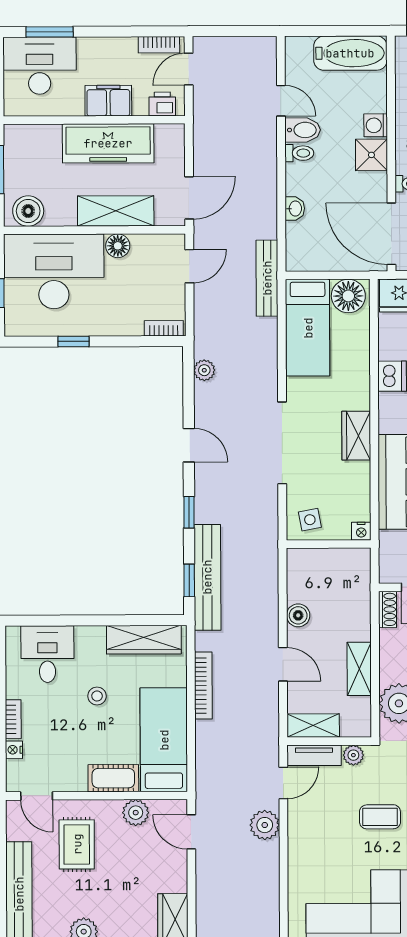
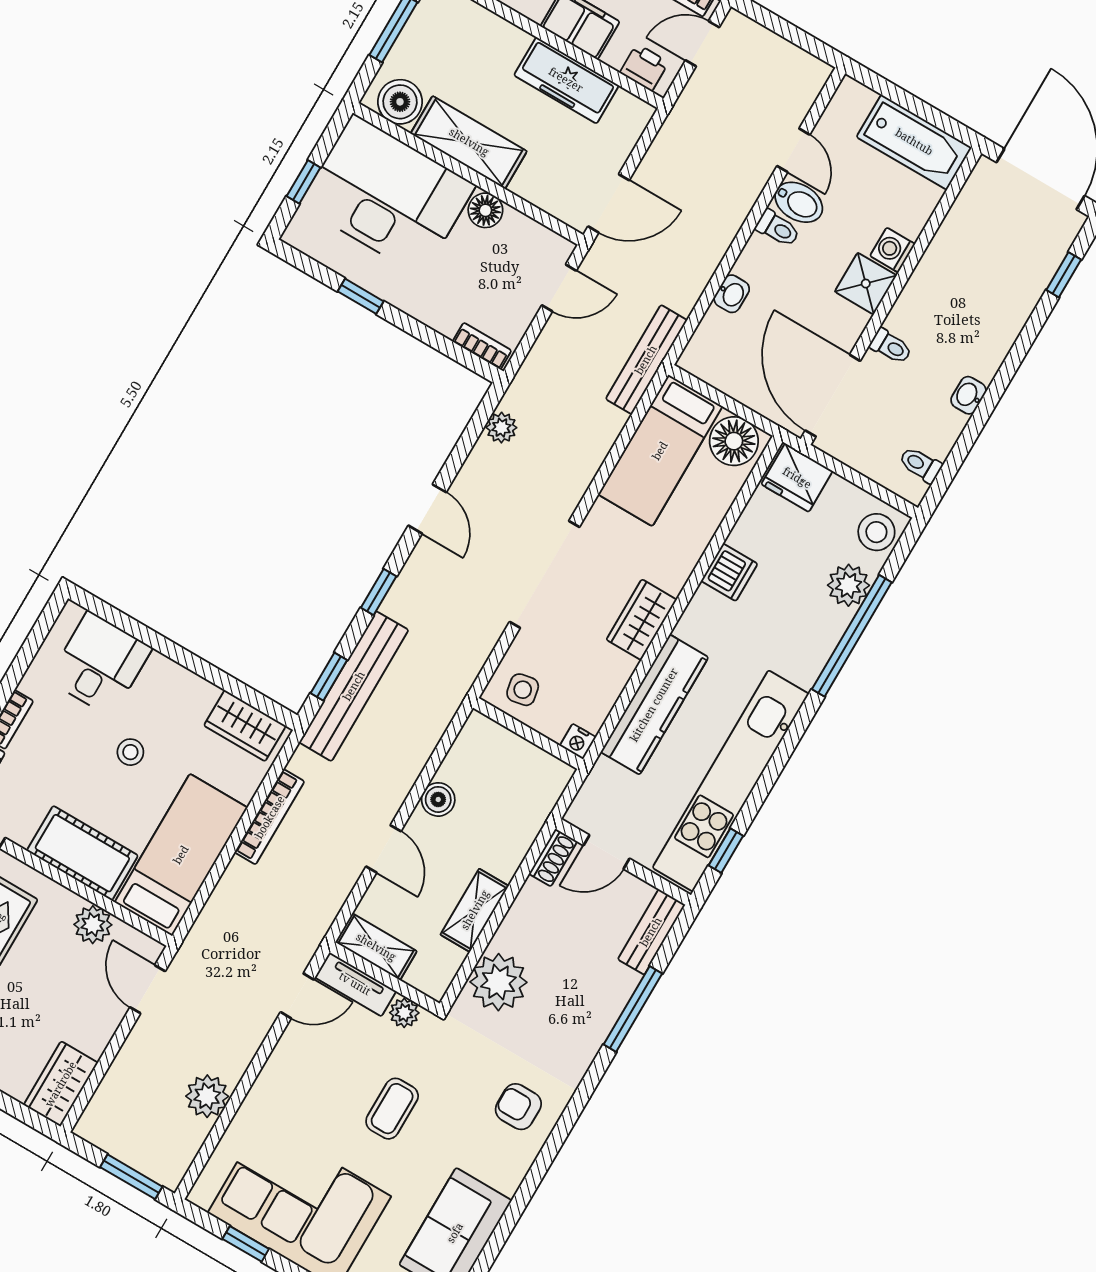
freezer: (108, 143) -> (566, 80), width x0.73, depth x0.79
shelving: (116, 211) -> (469, 142), moved
wardrobe: (144, 640) -> (245, 726), width x0.67
cot: (113, 778) -> (82, 853), width x1.37, depth x1.34
coffee table: (380, 817) -> (392, 1109), turned 90
plant: (265, 825) -> (207, 1096), moved

